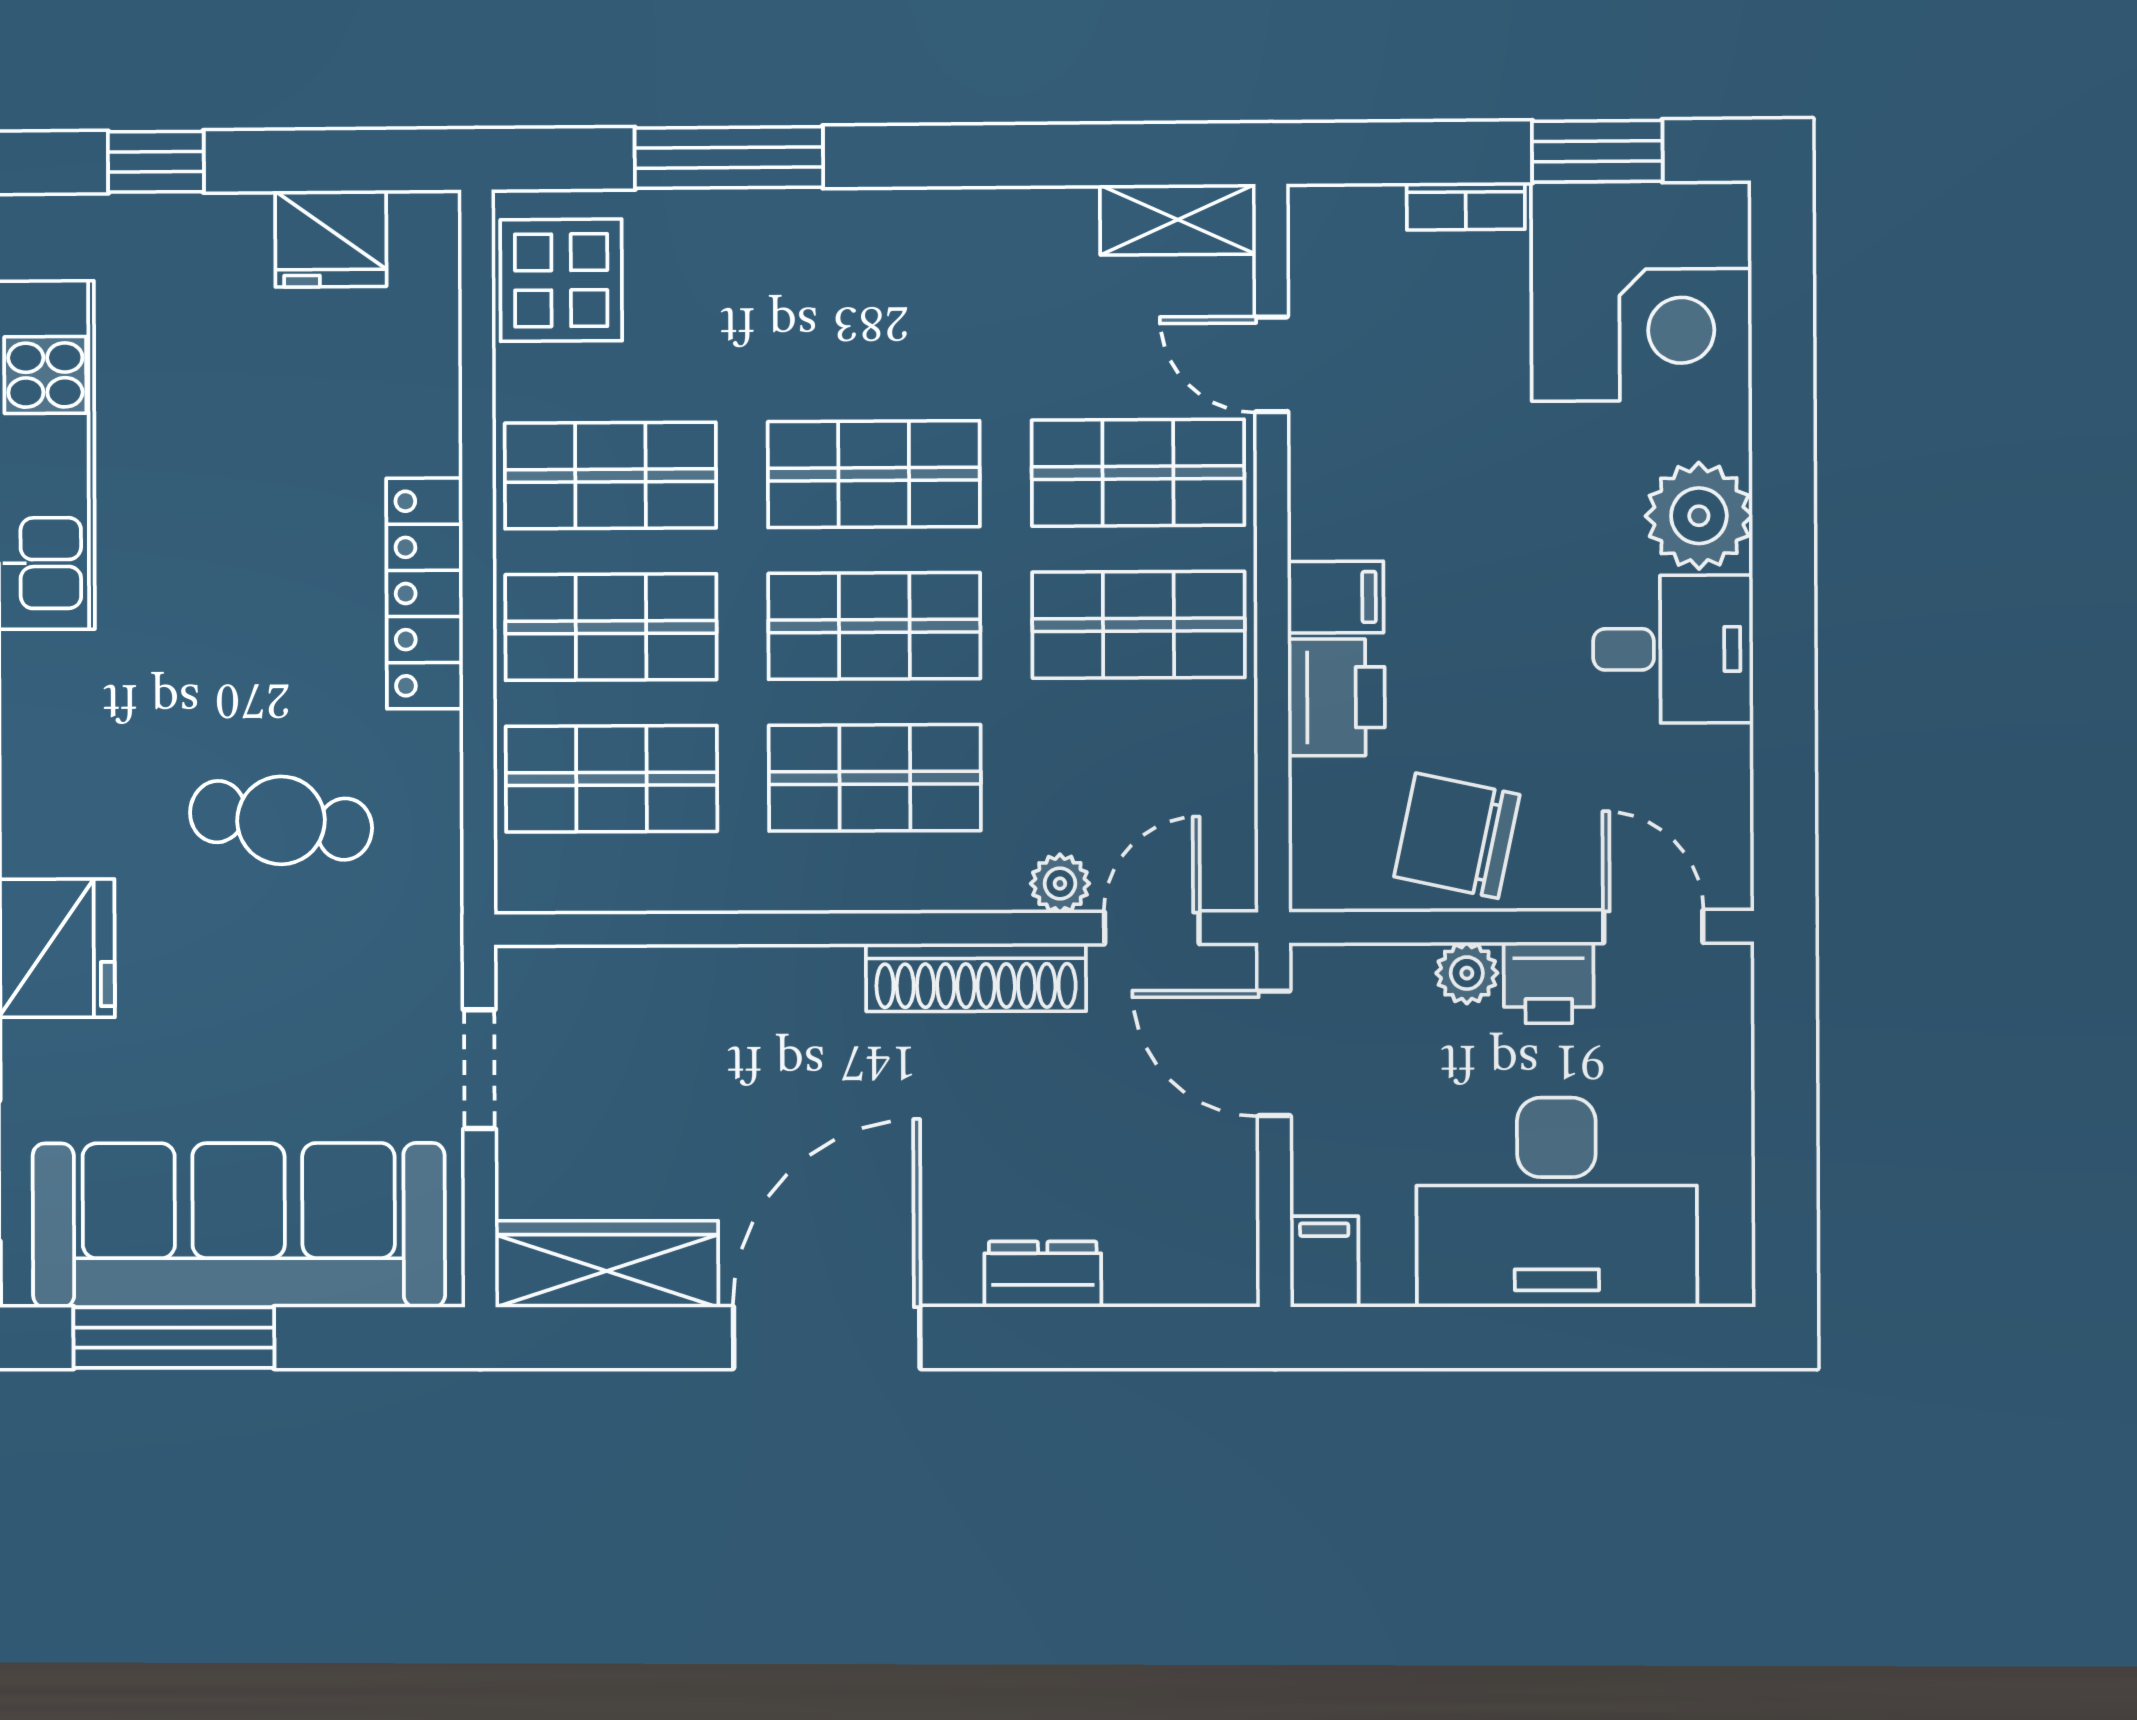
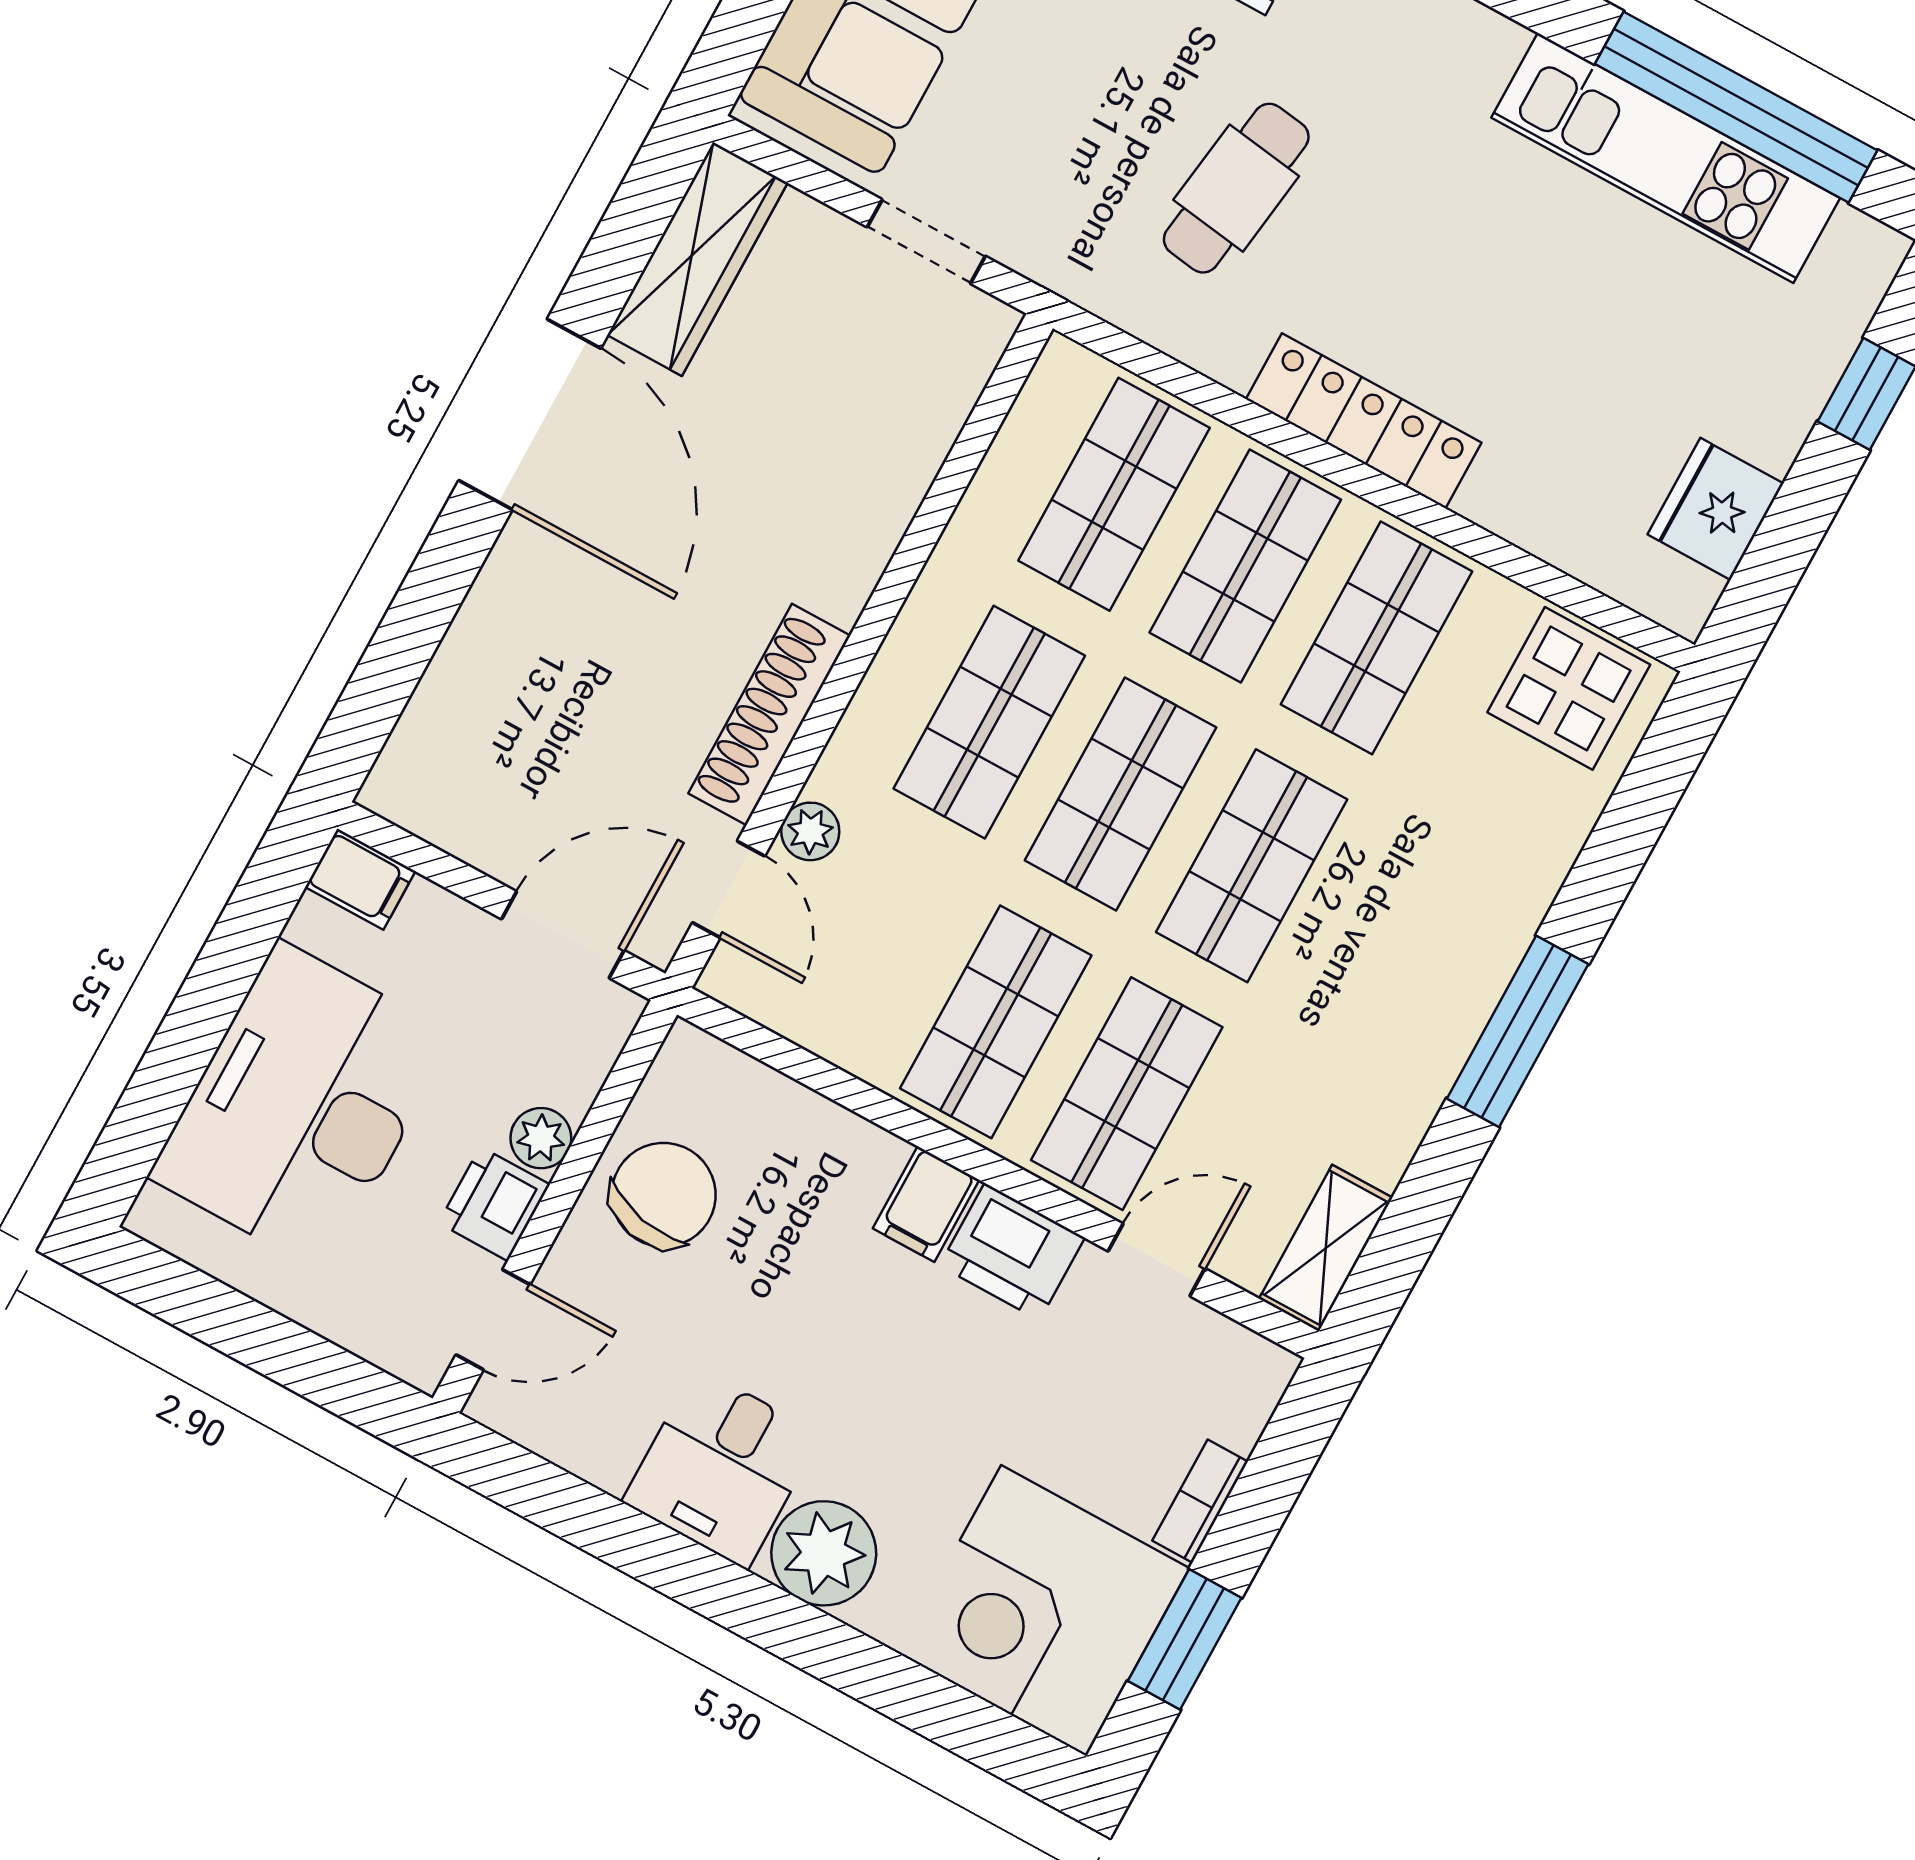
window: (729, 158) -> (1518, 1031), moved
printer: (1336, 697) -> (1012, 1252), moved
dresser: (1043, 1274) -> (482, 631), removed

